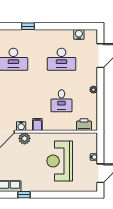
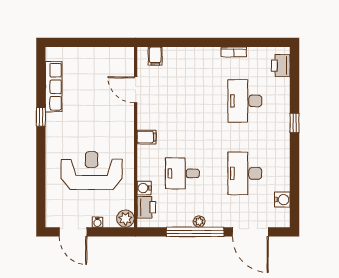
window: (100, 92) -> (195, 232), added
water cooler: (21, 126) -> (144, 188), moved
plant: (24, 138) -> (125, 219), moved

